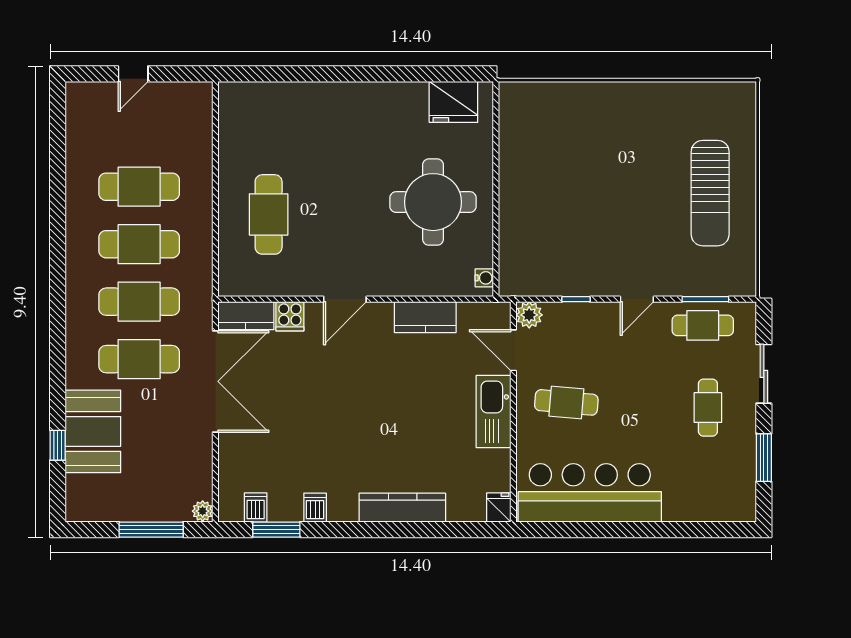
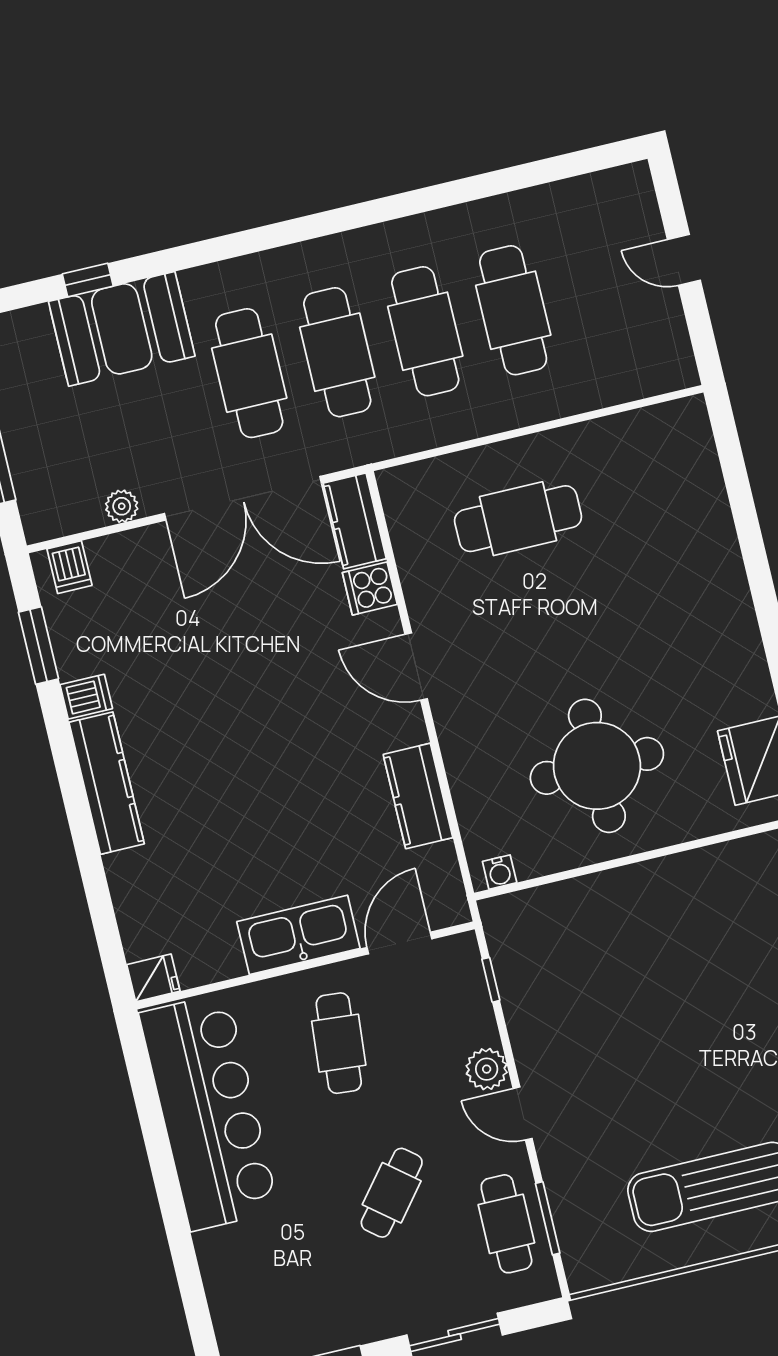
window: (576, 299) -> (491, 980), moved
plant: (529, 315) -> (487, 1069), moved
cafe table: (708, 408) -> (392, 1193), moved, turned -51
dishwasher: (256, 507) -> (69, 567), moved, turned 90
kitchen counter: (402, 508) -> (107, 783), moved
plant: (203, 511) -> (122, 506), moved

